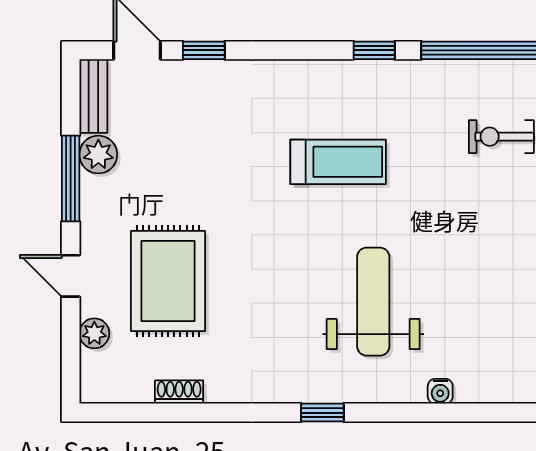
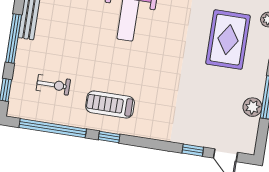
bench: (93, 96) -> (250, 136), removed
treadmill: (338, 162) -> (110, 104), moved

